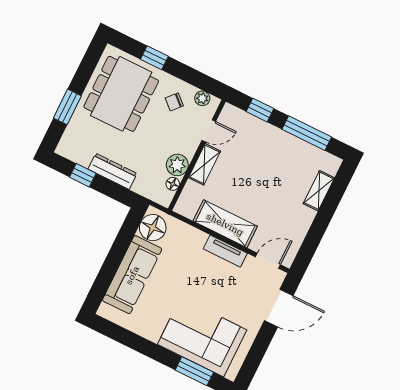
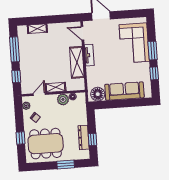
door: (209, 131) -> (39, 94), hinge flipped
dresser: (112, 171) -> (84, 137), moved
window: (133, 341) -> (154, 73), added
window: (194, 371) -> (153, 51), moved

